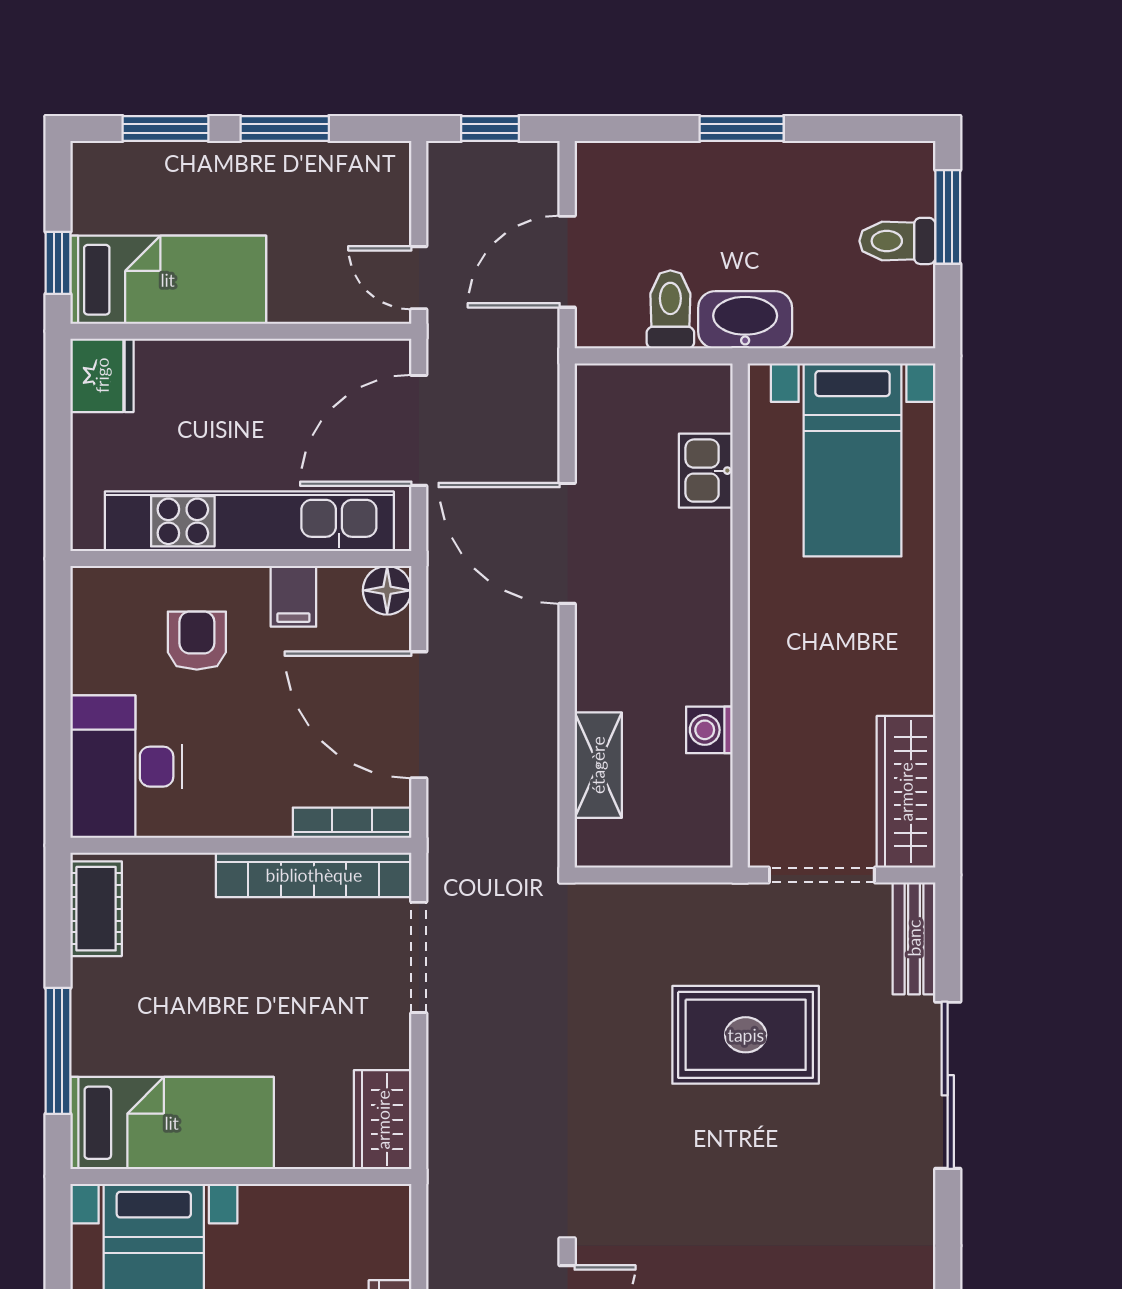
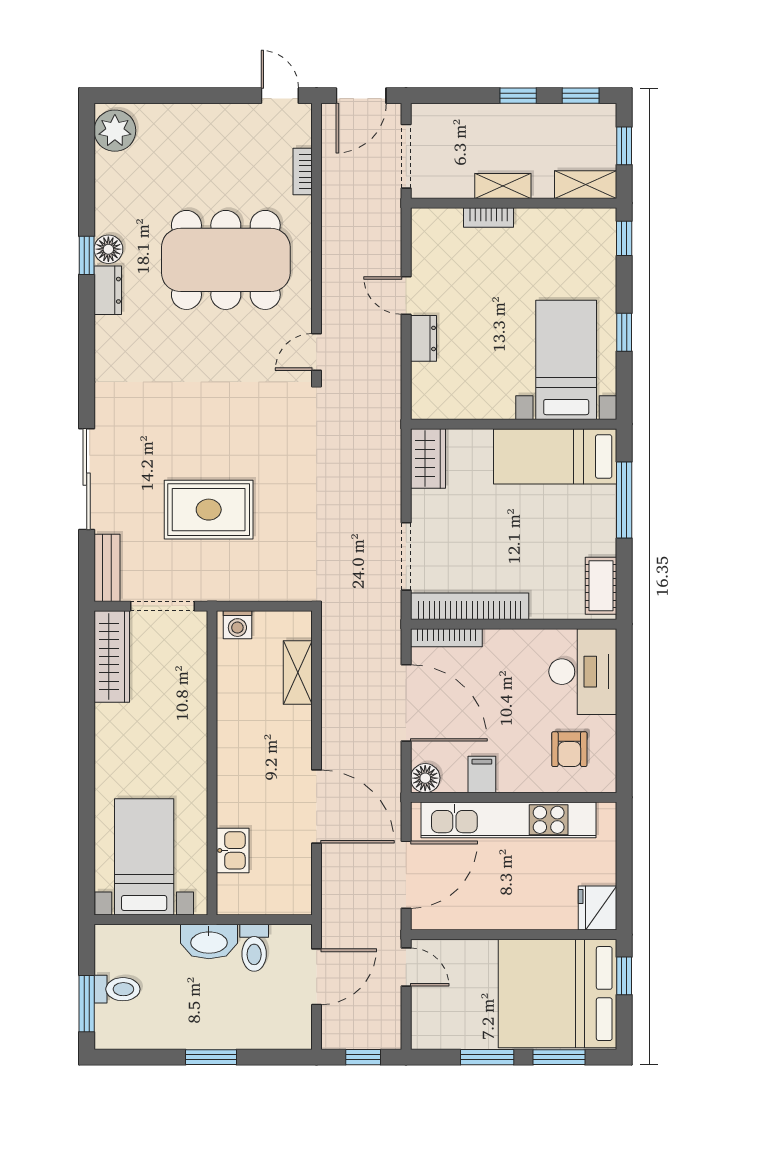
bed: (168, 280) -> (557, 994), width x2.04
armchair: (197, 641) -> (569, 749), moved
washing machine: (709, 730) -> (237, 625), moved, turned 90

